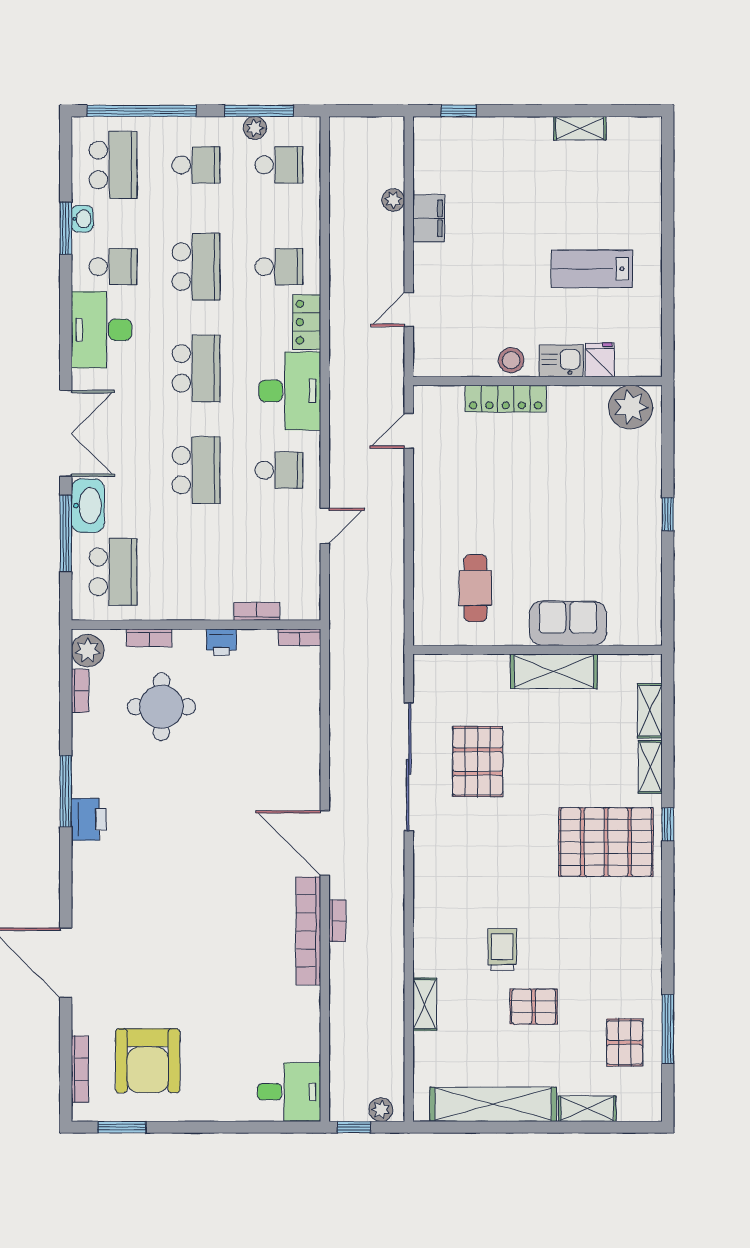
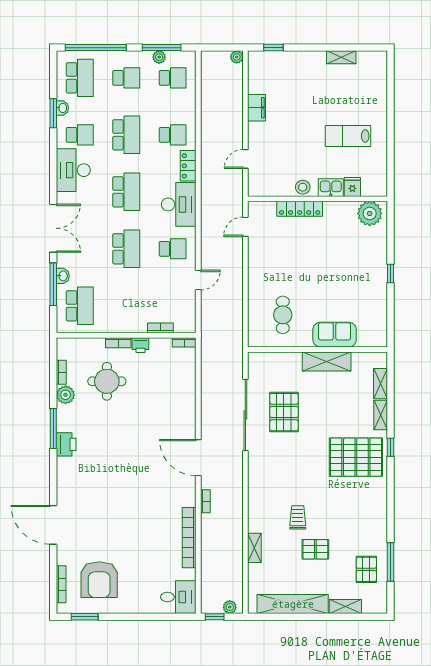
plant: (393, 200) -> (237, 57), moved
washbasin: (88, 506) -> (63, 276), width x0.52, depth x0.69
bookcase: (149, 638) -> (118, 343), moved
plant: (88, 651) -> (66, 395), moved
bookcase: (308, 931) -> (189, 538), moved

